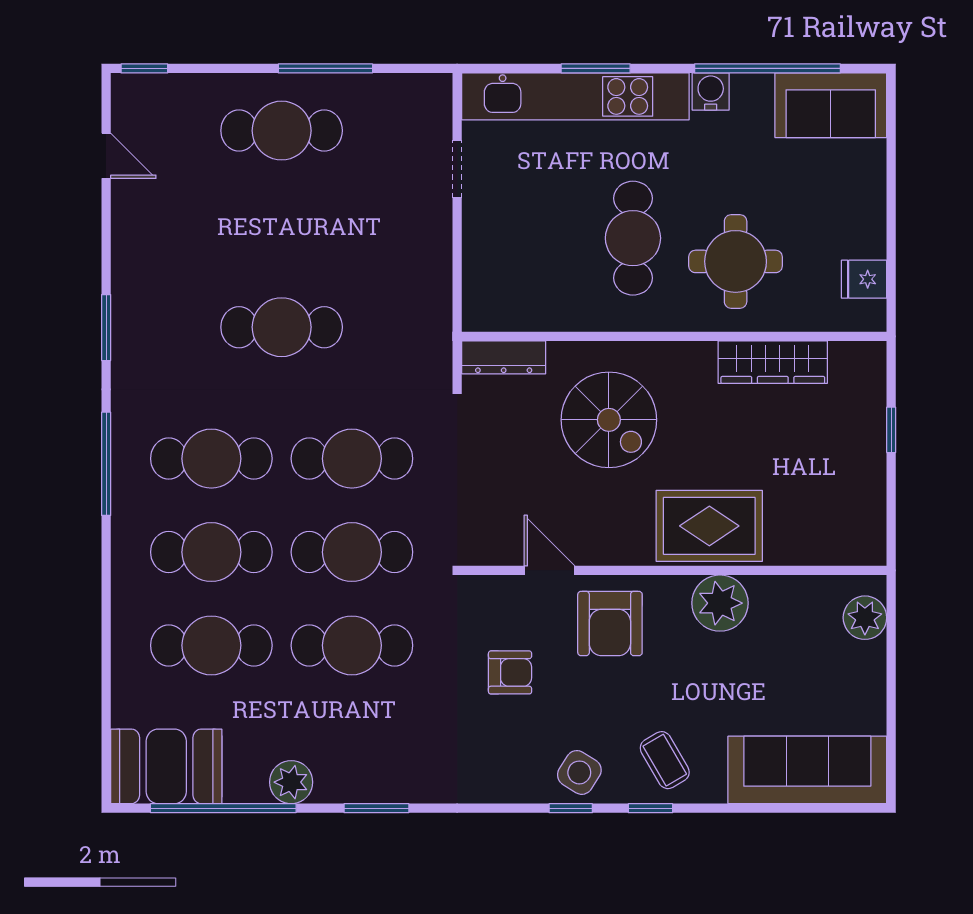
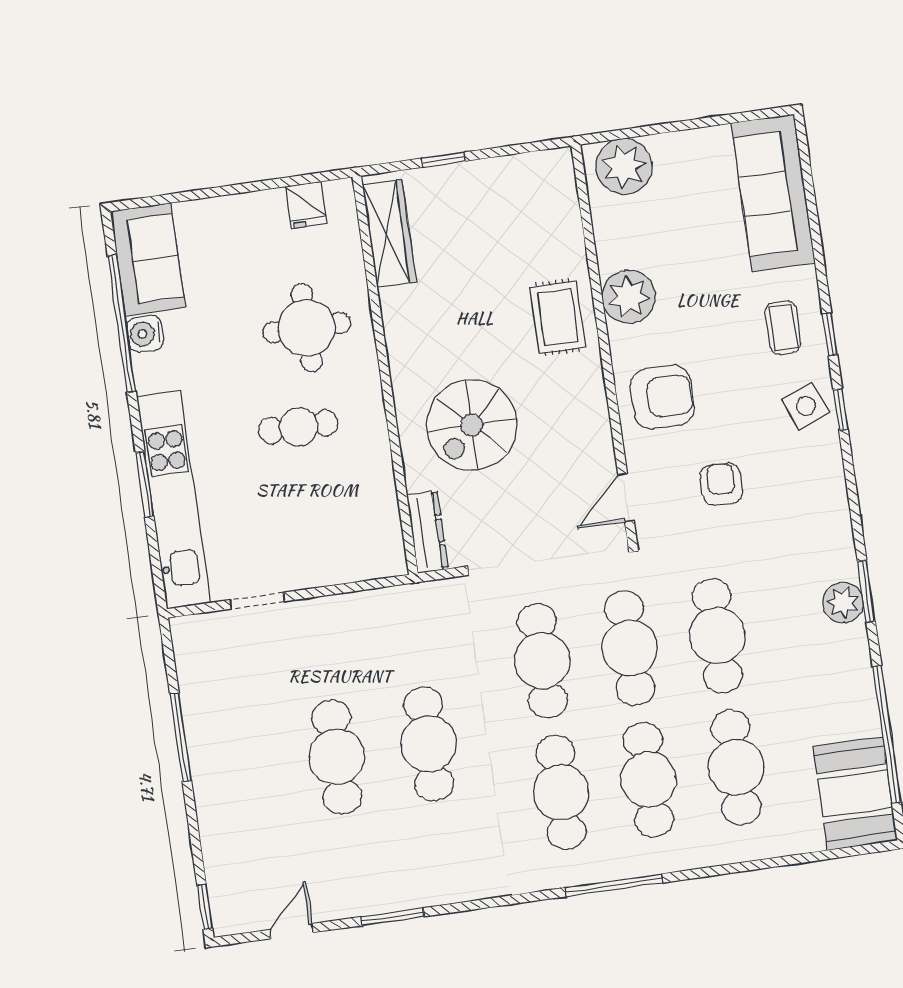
water cooler: (711, 92) -> (145, 334), moved
cafe table: (282, 131) -> (337, 757), moved
cafe table: (633, 238) -> (298, 427), width x0.73, depth x0.74
window: (106, 328) -> (392, 917), moved
wardrobe: (773, 362) -> (389, 234), moved
spiral stairs: (609, 420) -> (472, 425), turned 180
window: (106, 464) -> (614, 885), moved
rug: (709, 526) -> (558, 317), width x0.73, depth x0.70
door: (549, 570) -> (626, 498), moved
plant: (865, 618) -> (624, 167), width x1.36, depth x1.36
coffee table: (665, 760) -> (783, 328), turned -60
side table: (579, 772) -> (806, 406), turned 36
plant: (291, 782) -> (843, 602), moved

